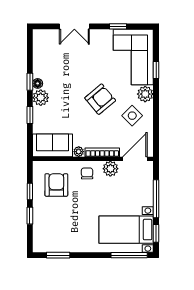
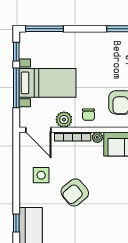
plant: (145, 94) -> (27, 198), removed
side table: (132, 116) -> (41, 175), turned 45
door: (135, 159) -> (38, 130), hinge flipped
bed with nightstands: (126, 230) -> (47, 83), moved

